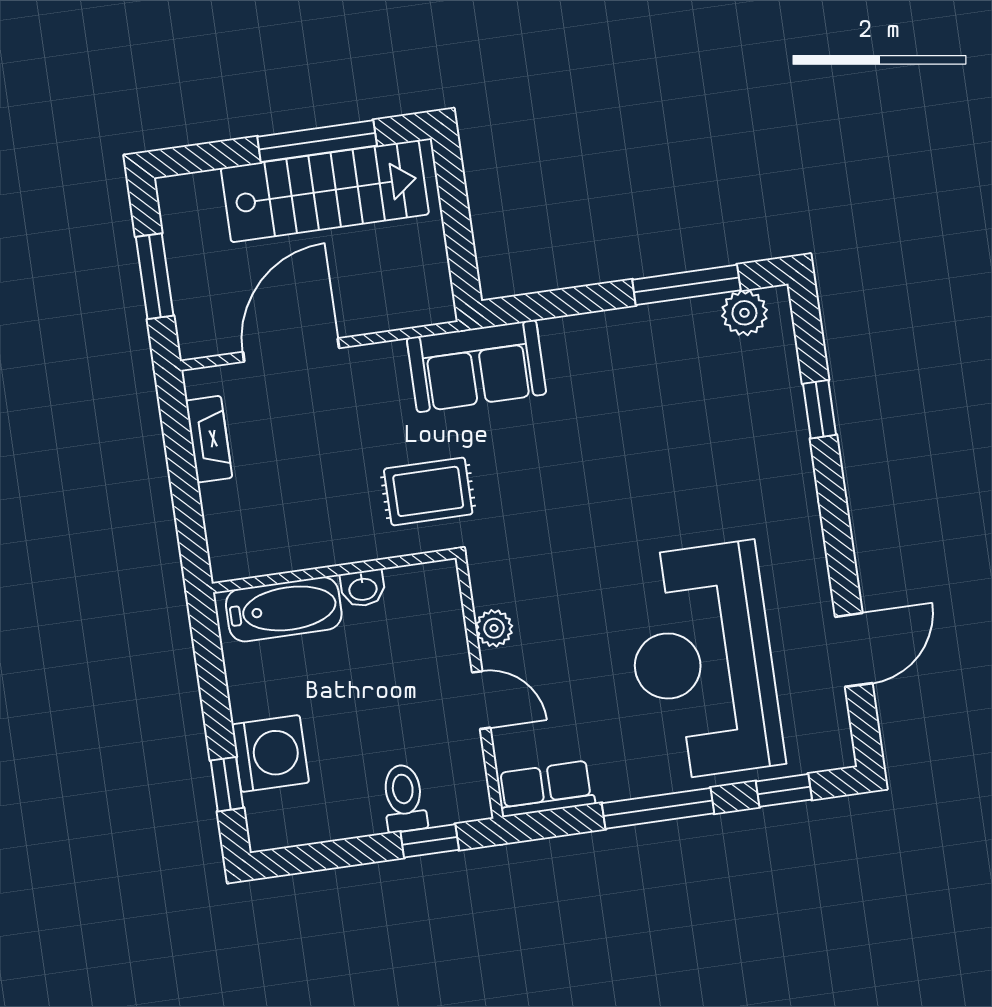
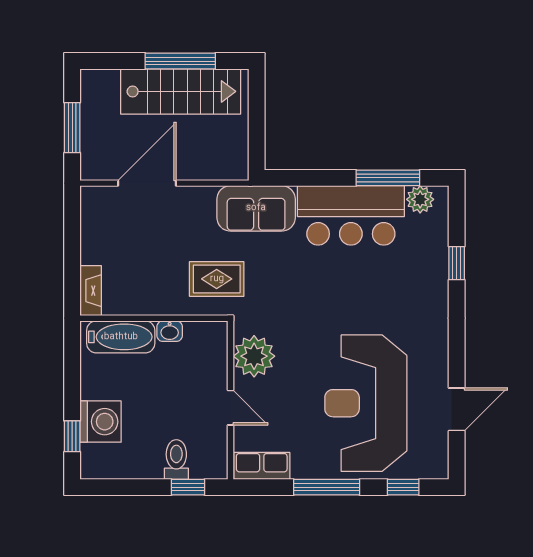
bar counter: (634, 355) -> (351, 215), added
fireplace: (209, 439) -> (91, 291), moved
plant: (494, 628) -> (254, 356), width x1.87, depth x1.87

